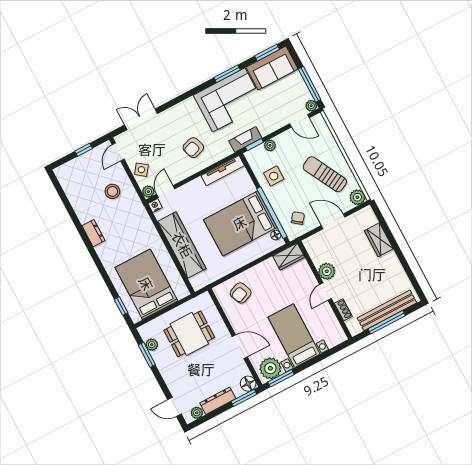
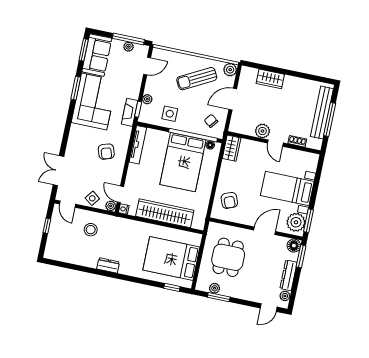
plant: (311, 106) -> (129, 47), moved

